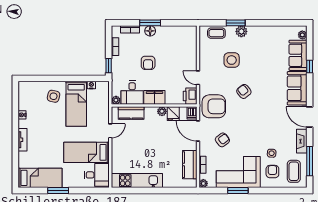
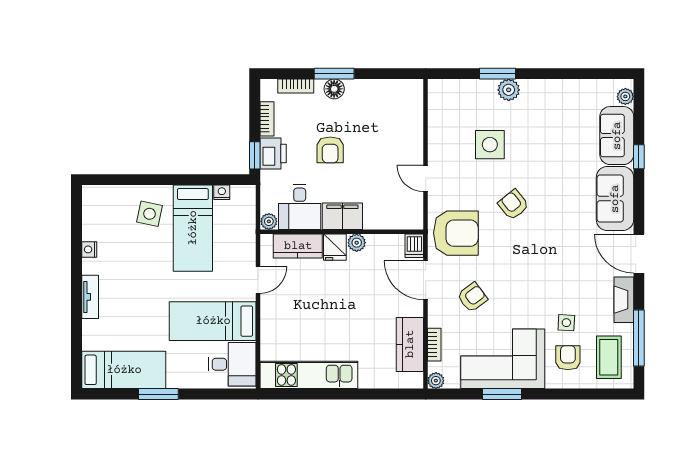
coffee table: (216, 33) -> (461, 93), removed
printer: (190, 96) -> (273, 153), moved, turned 180
fridge: (173, 114) -> (335, 247), moved

